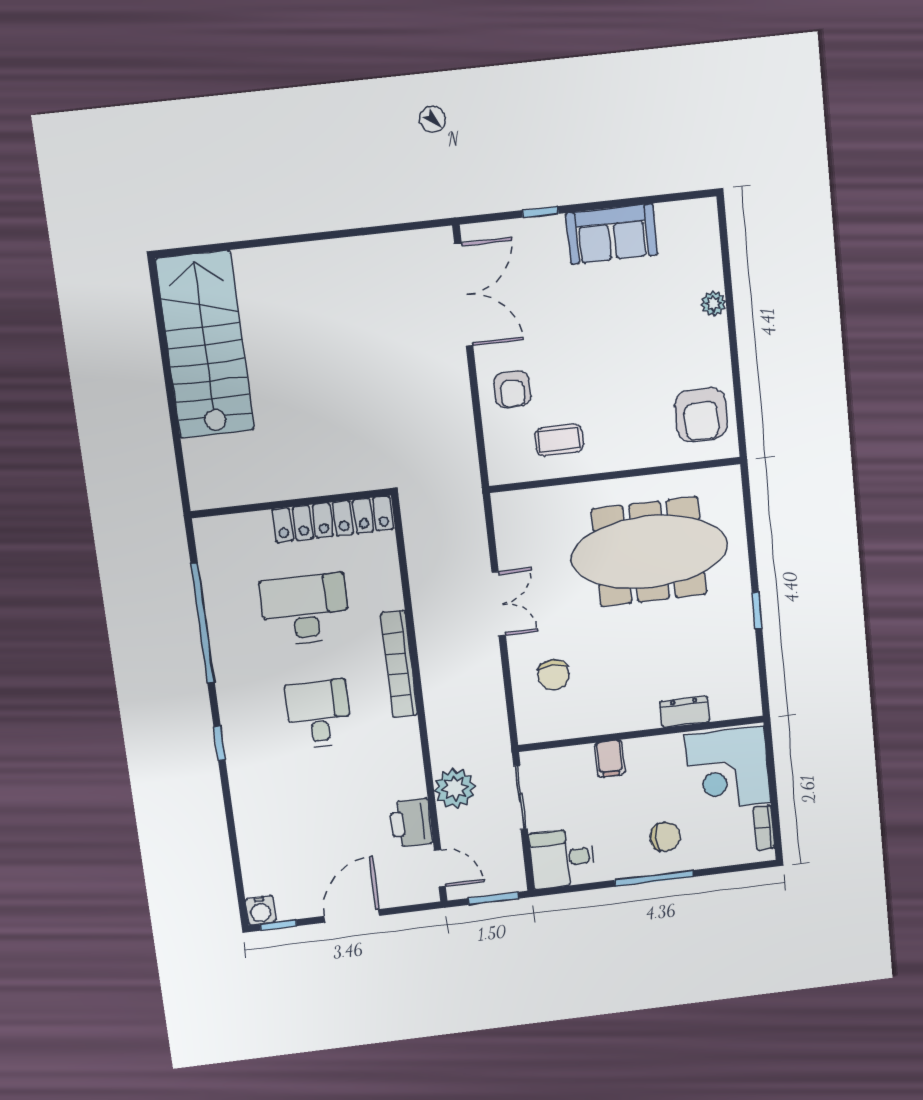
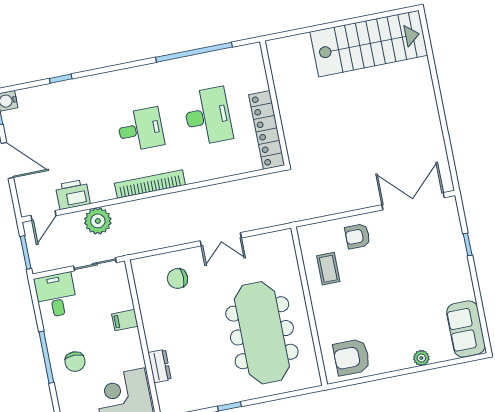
sofa: (612, 234) -> (466, 329), moved
double door: (464, 295) -> (413, 201), swing flipped
bookcase: (399, 664) -> (150, 184), moved
window: (219, 743) -> (61, 79), moved

